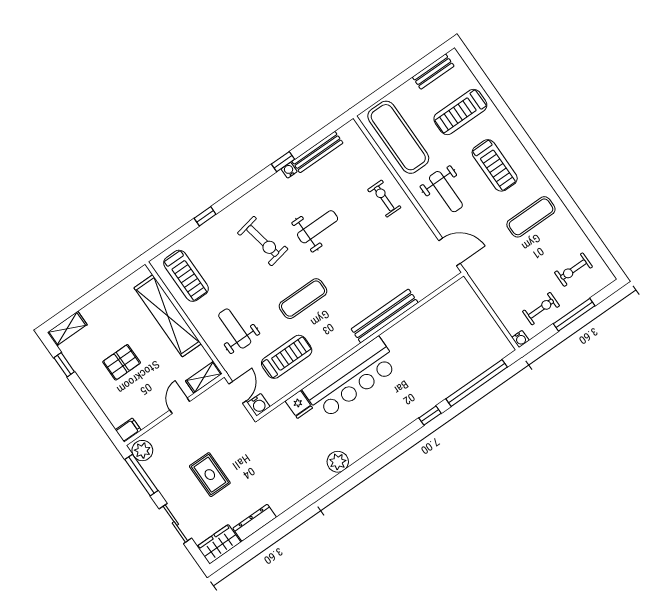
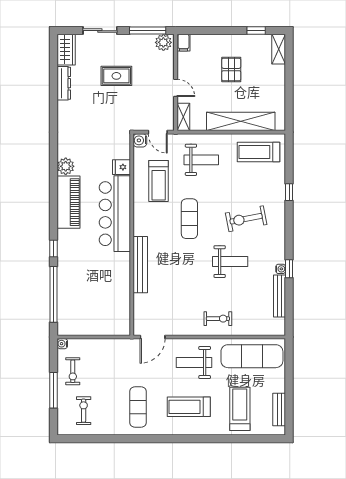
weight bench: (318, 227) -> (230, 262), turned -90
piano: (372, 433) -> (69, 202), added

